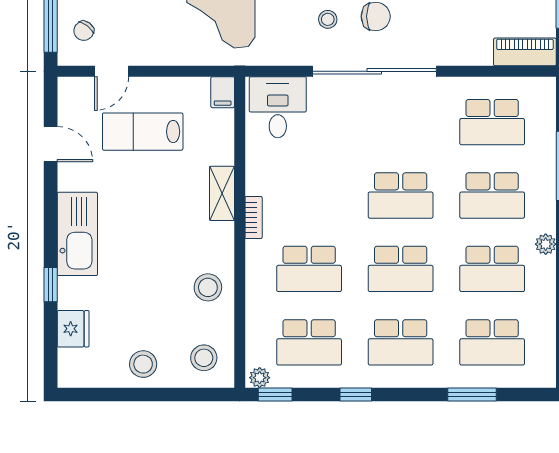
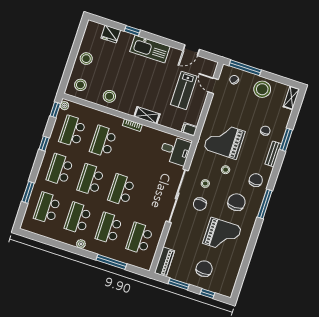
lab bench: (143, 132) -> (184, 90), turned 180

